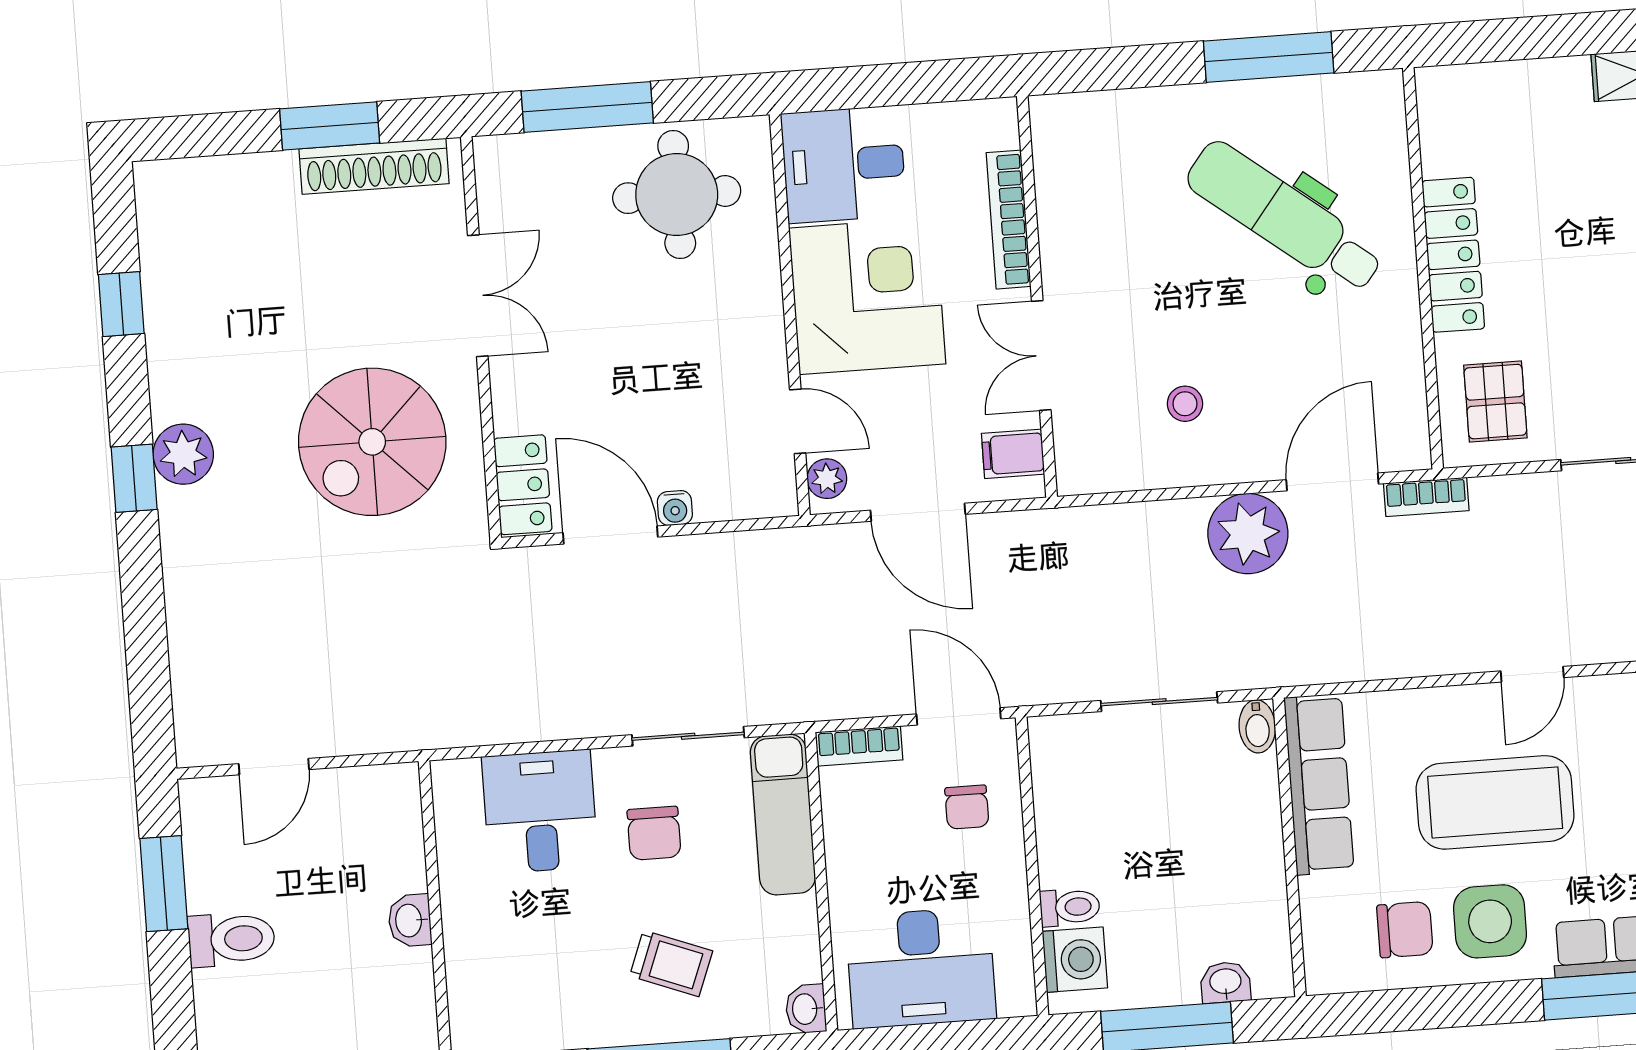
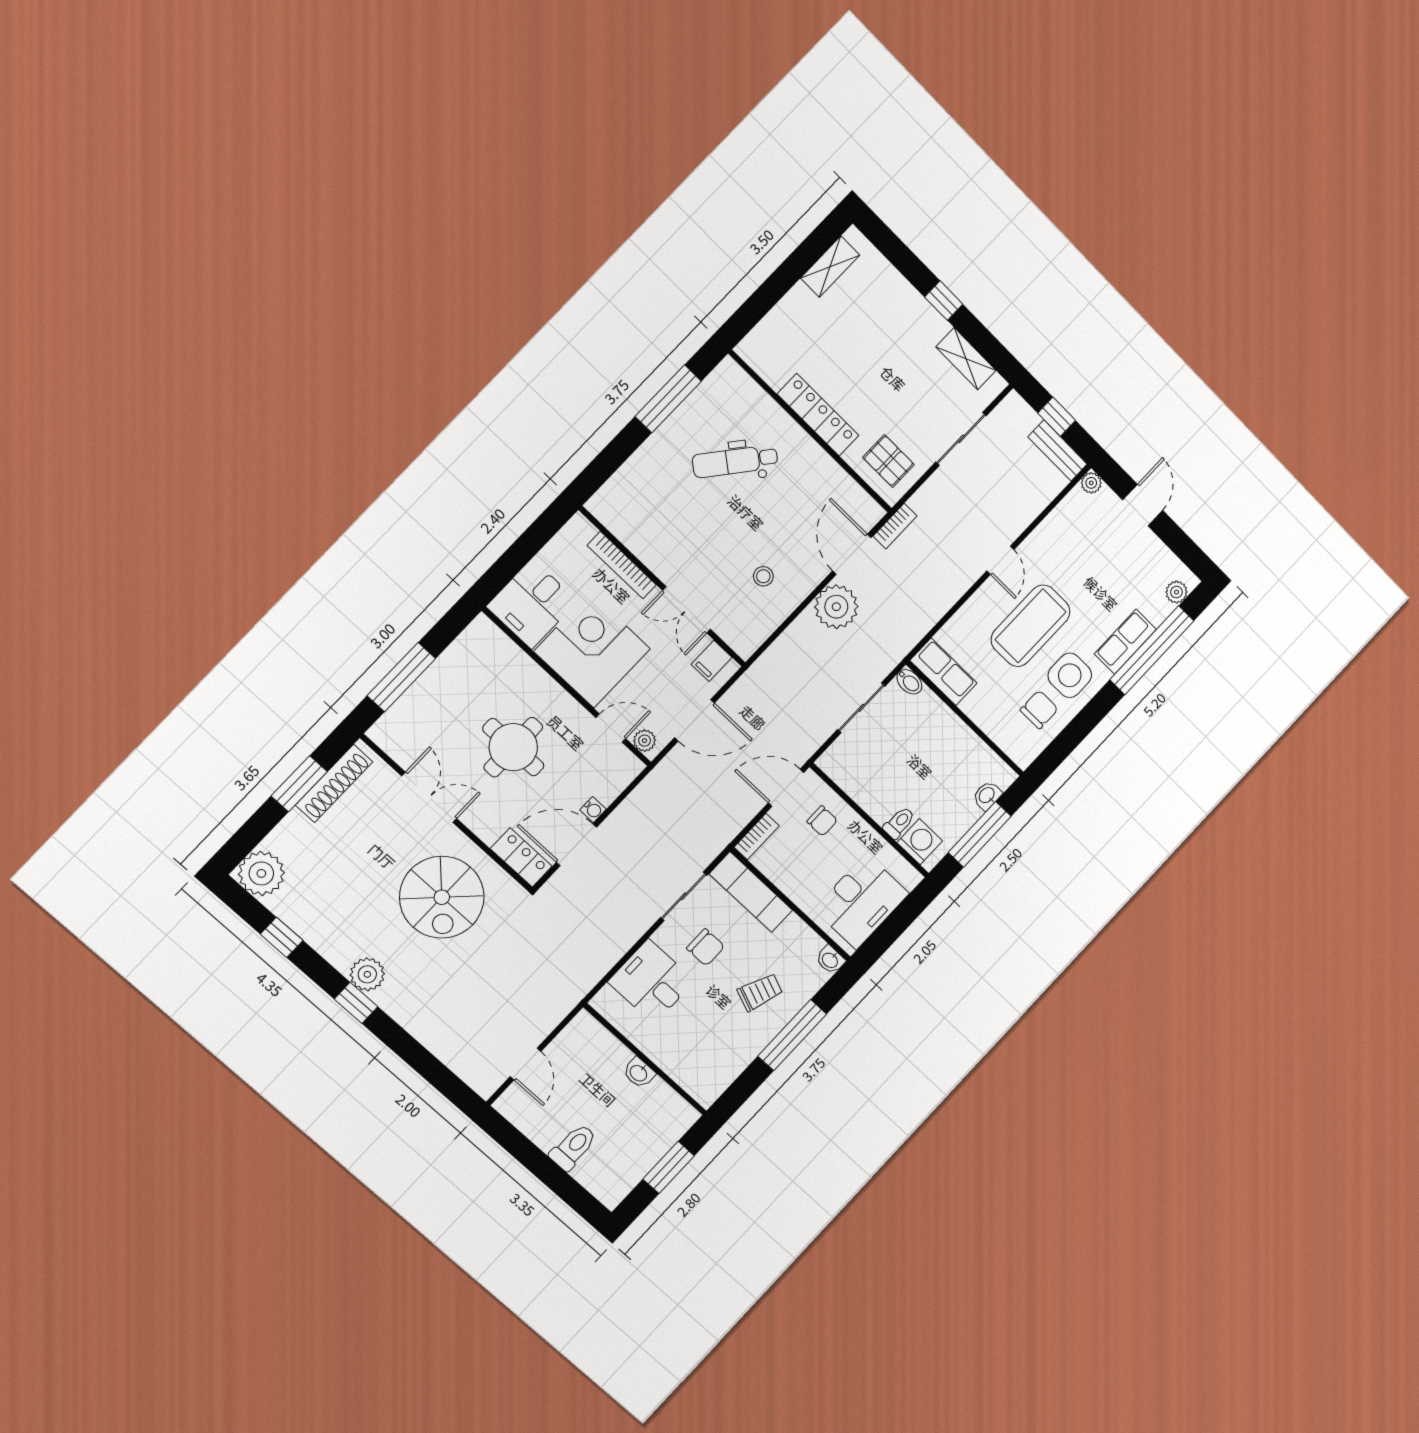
round table: (677, 195) -> (513, 747), moved
plant: (174, 198) -> (261, 873), added
dental chair: (1285, 217) -> (735, 461), width x0.73, depth x0.72
row of seats: (1319, 784) -> (944, 672), width x0.68
window: (164, 884) -> (525, 1151), removed

